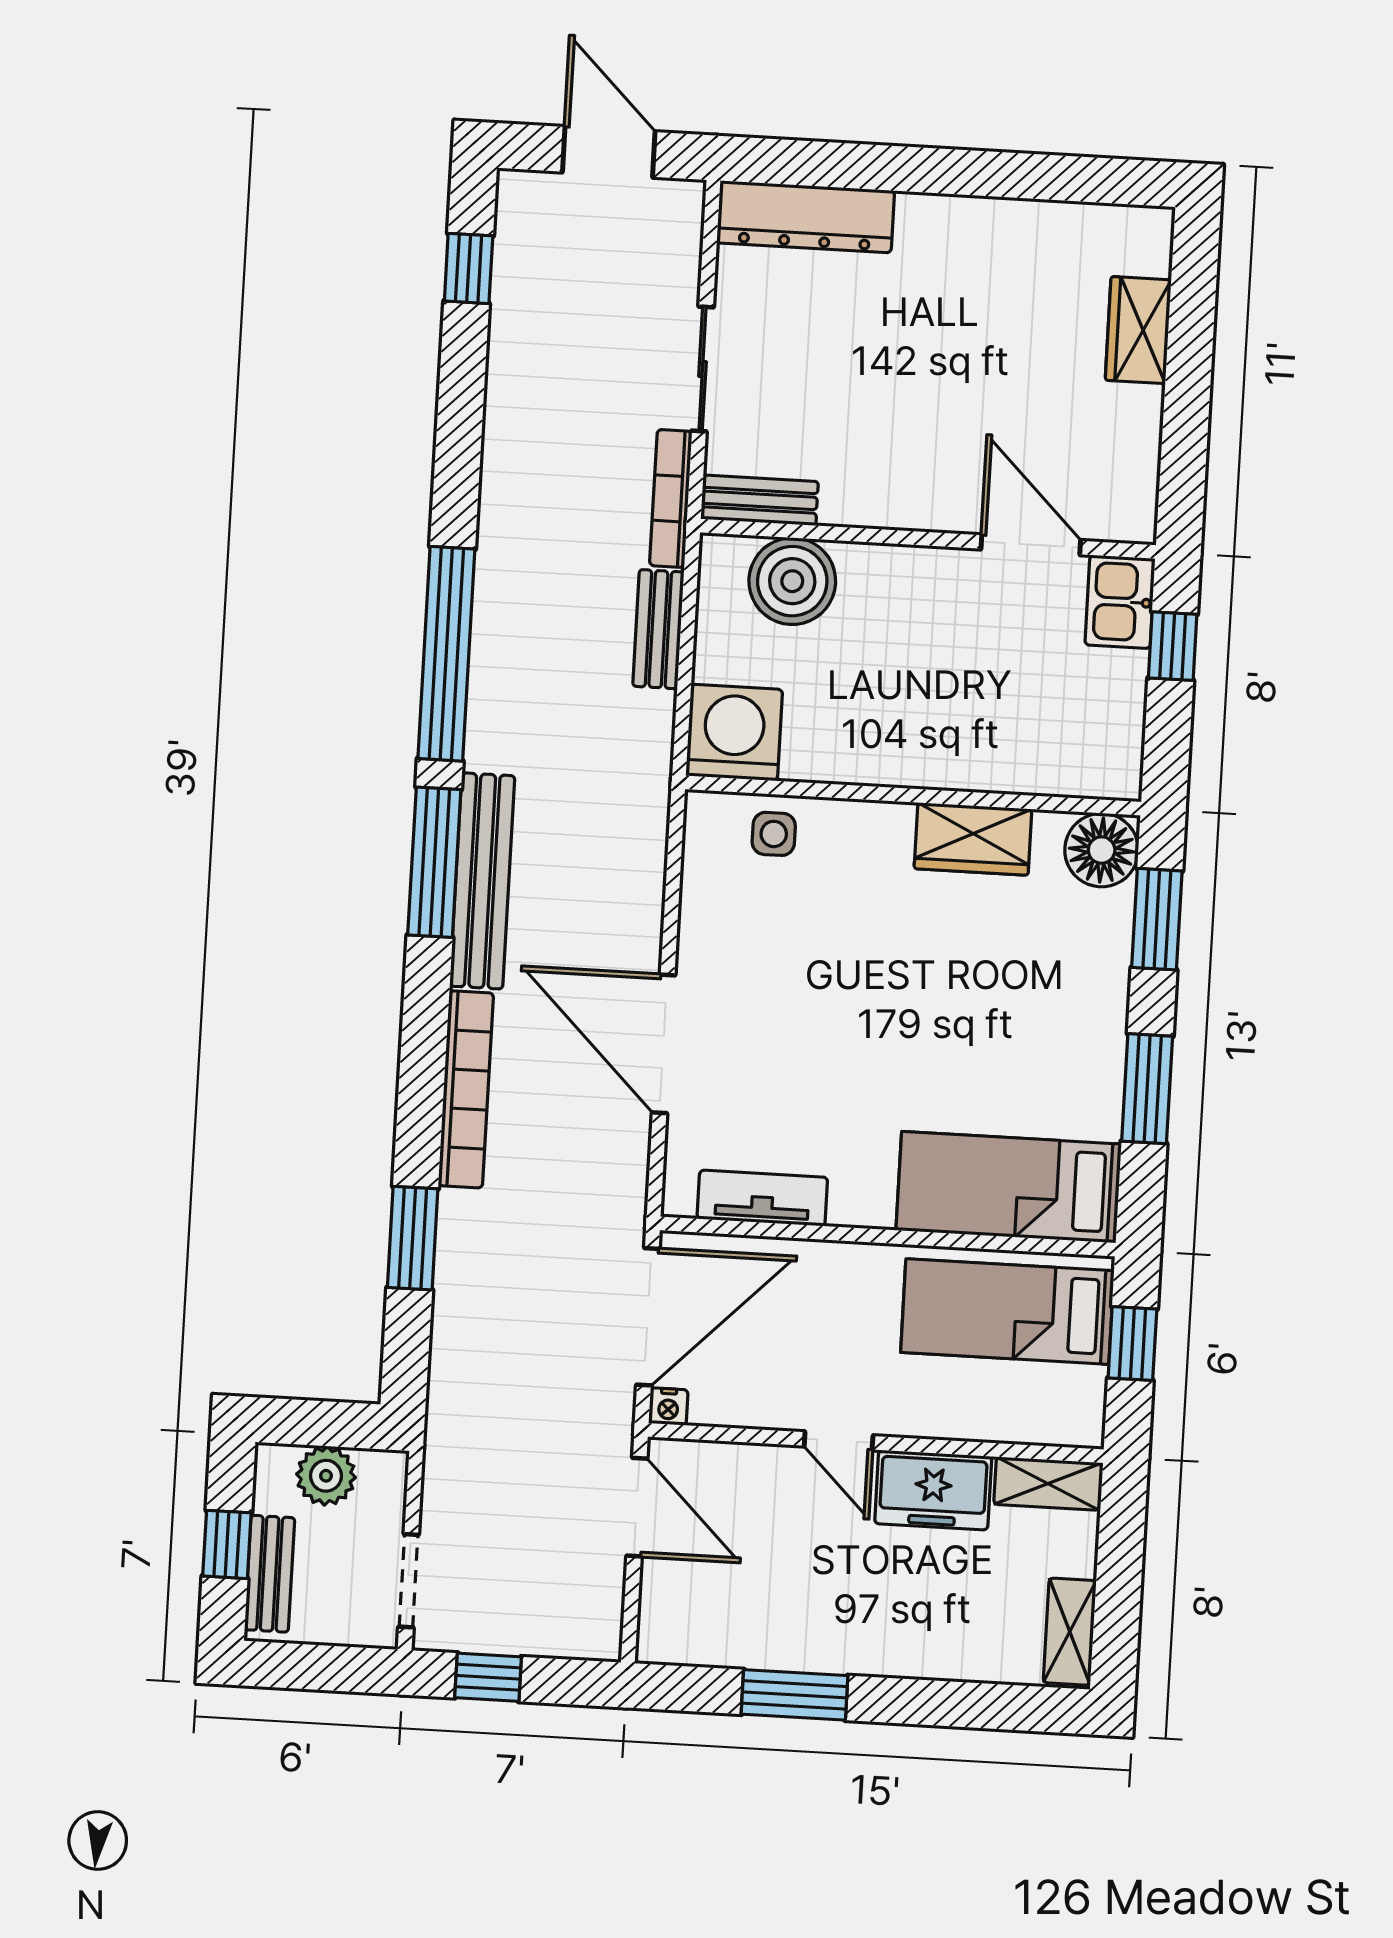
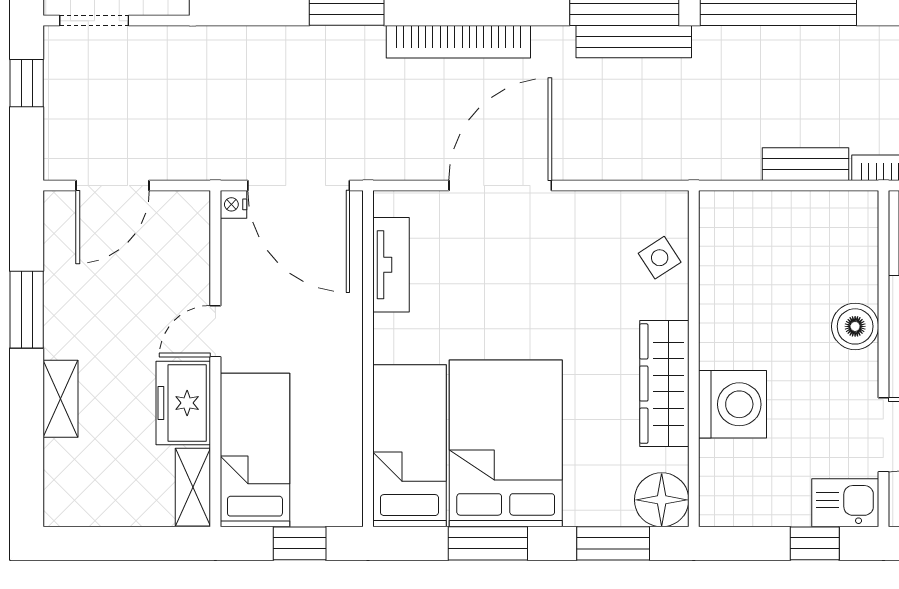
boiler: (792, 581) -> (855, 326), moved, width x0.73, depth x0.73
washing machine: (734, 733) -> (733, 404), moved
side table: (774, 834) -> (660, 258), turned -33
wardrobe: (973, 839) -> (664, 384), width x1.50
bench: (482, 881) -> (634, 42), width x0.73, depth x0.82
bed: (1013, 1057) -> (506, 443), added
bed: (1007, 1312) -> (255, 450), moved
door: (637, 1507) -> (113, 185), moved
shelving: (1070, 1632) -> (60, 399), moved, turned 90

